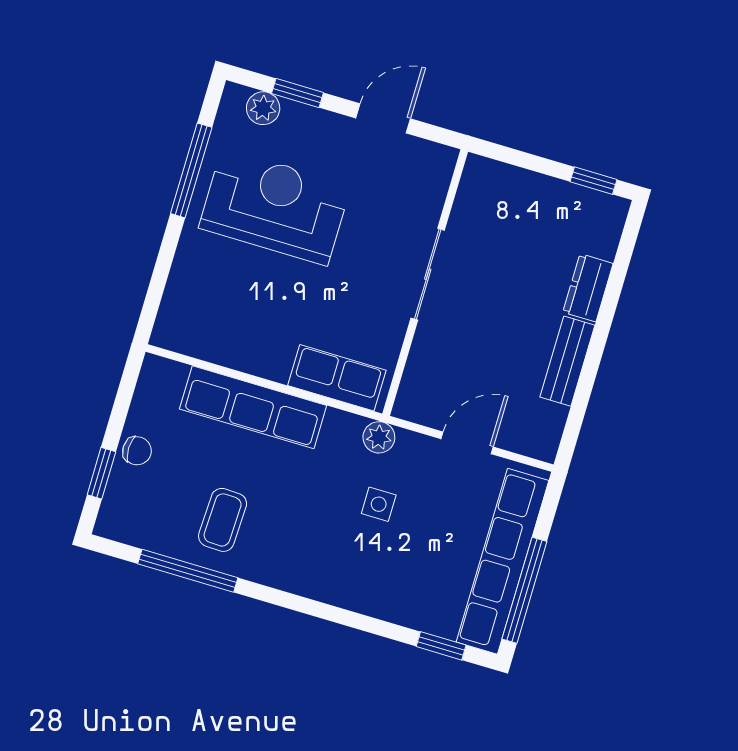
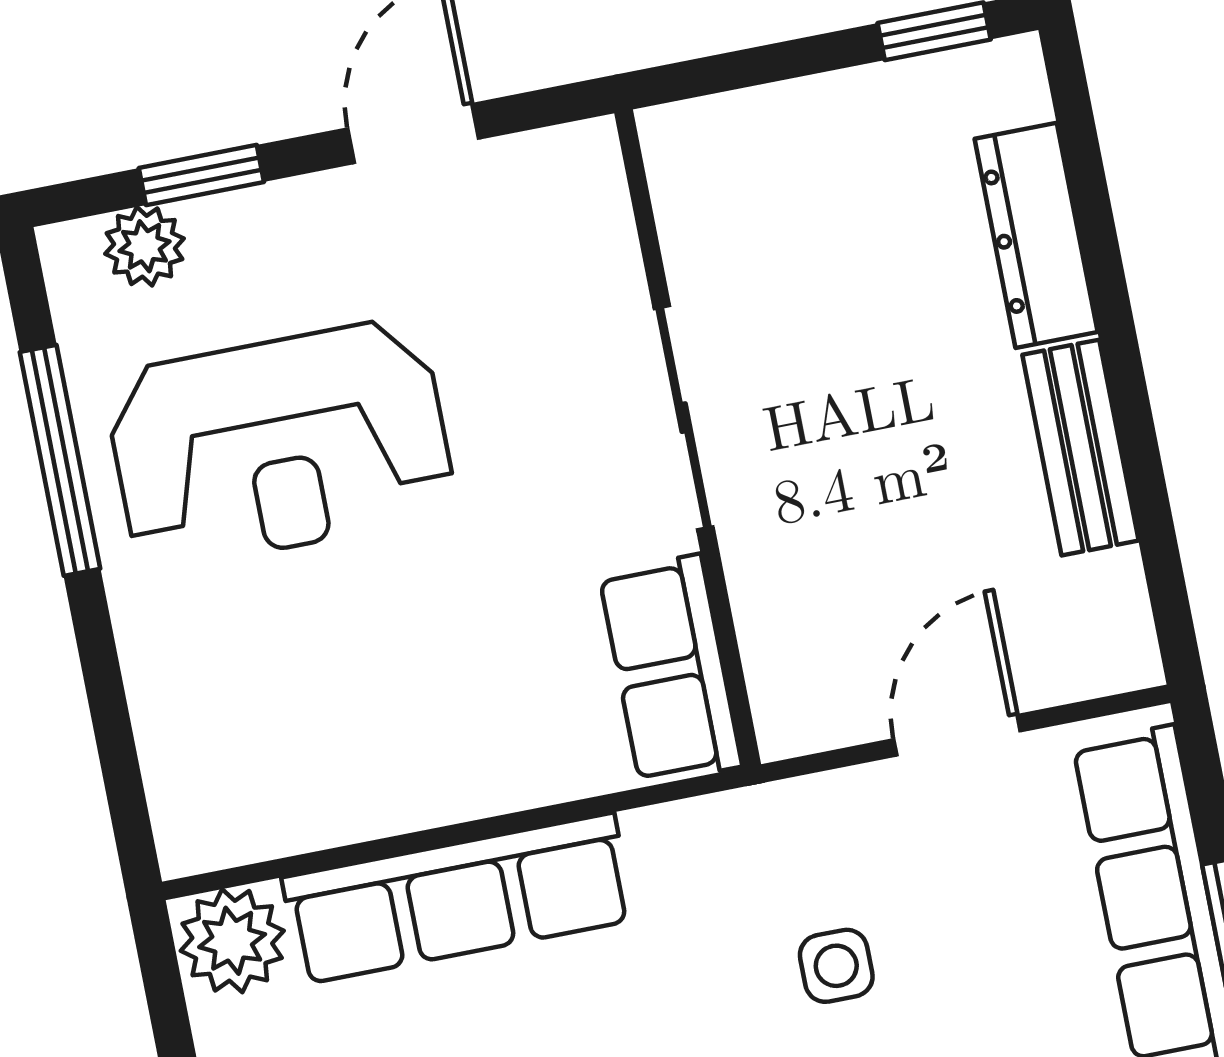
reception desk: (275, 207) -> (280, 444), turned 180
dresser: (588, 288) -> (1036, 235), width x1.44
row of seats: (337, 378) -> (670, 670), moved, turned -90
plant: (379, 437) -> (232, 941), moved, width x1.38, depth x1.38

